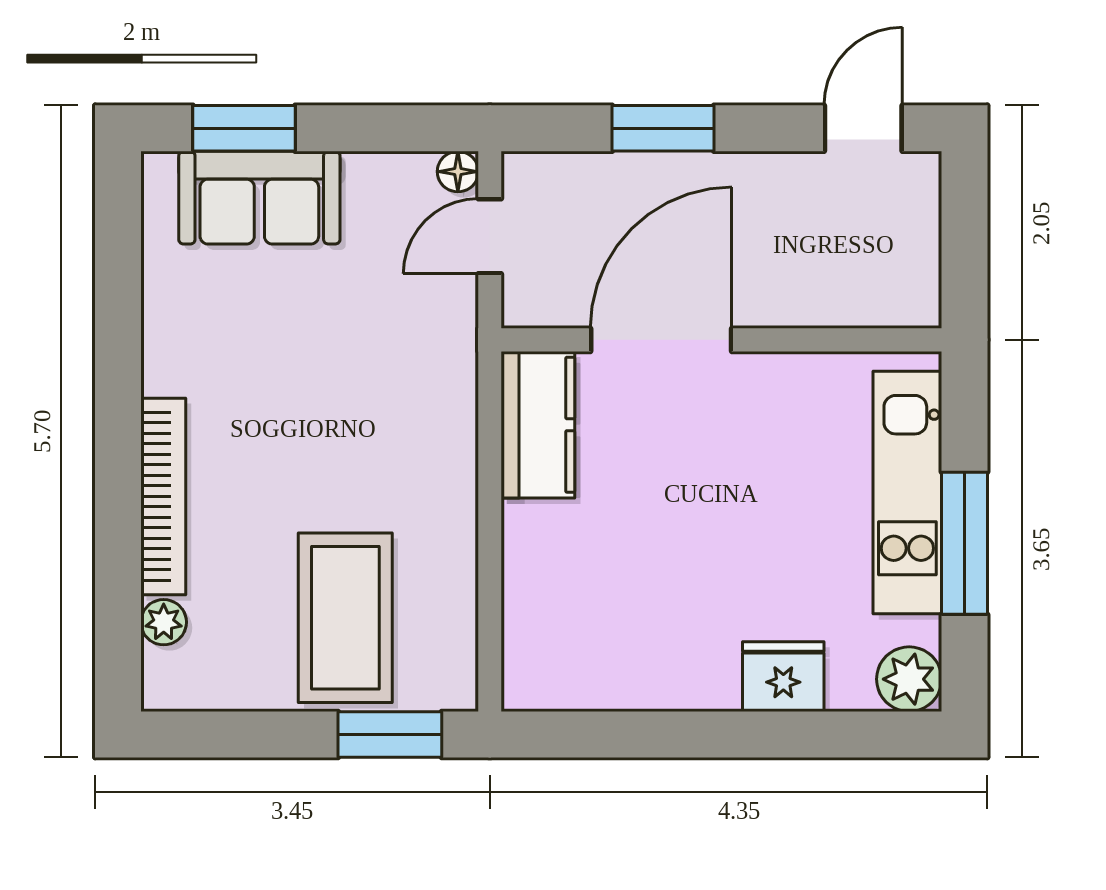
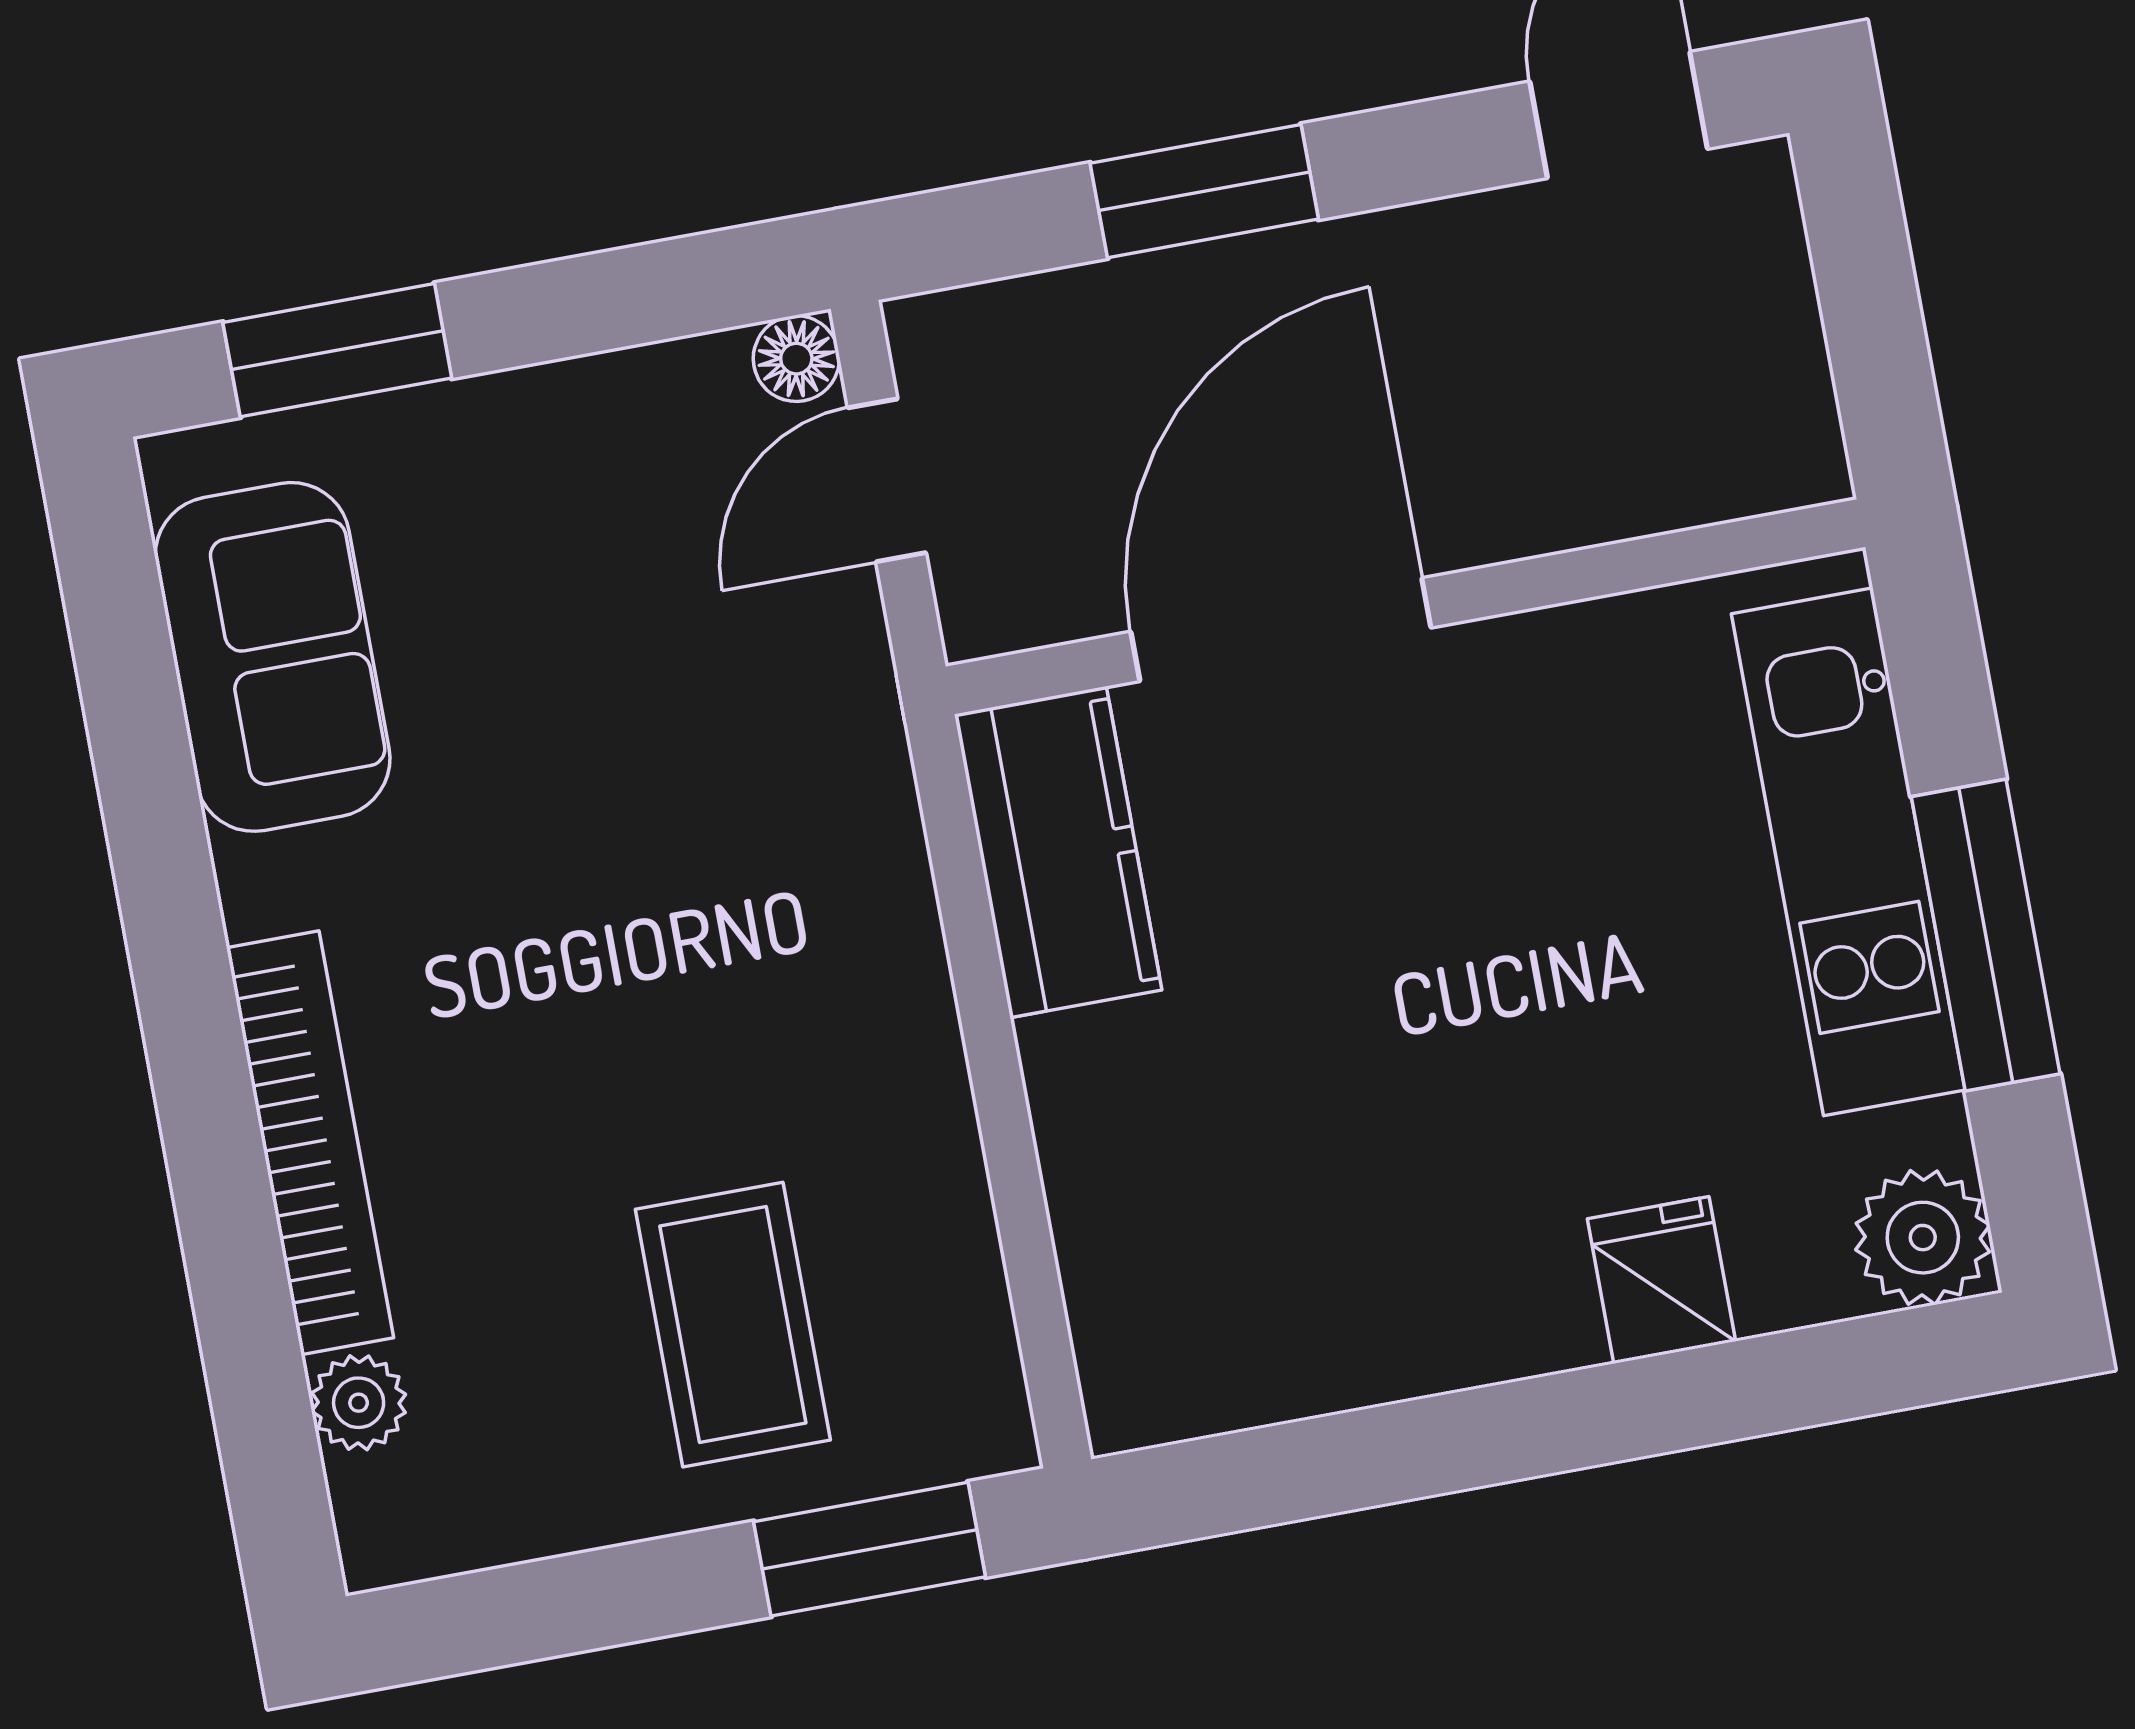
sofa: (259, 198) -> (273, 657), moved, turned -90
coffee table: (345, 618) -> (733, 1325), width x0.73, depth x0.76
fridge: (783, 677) -> (1661, 1280), width x0.72

